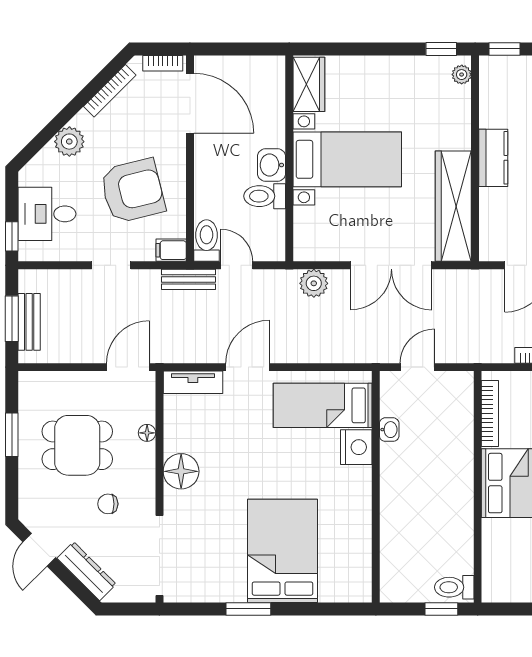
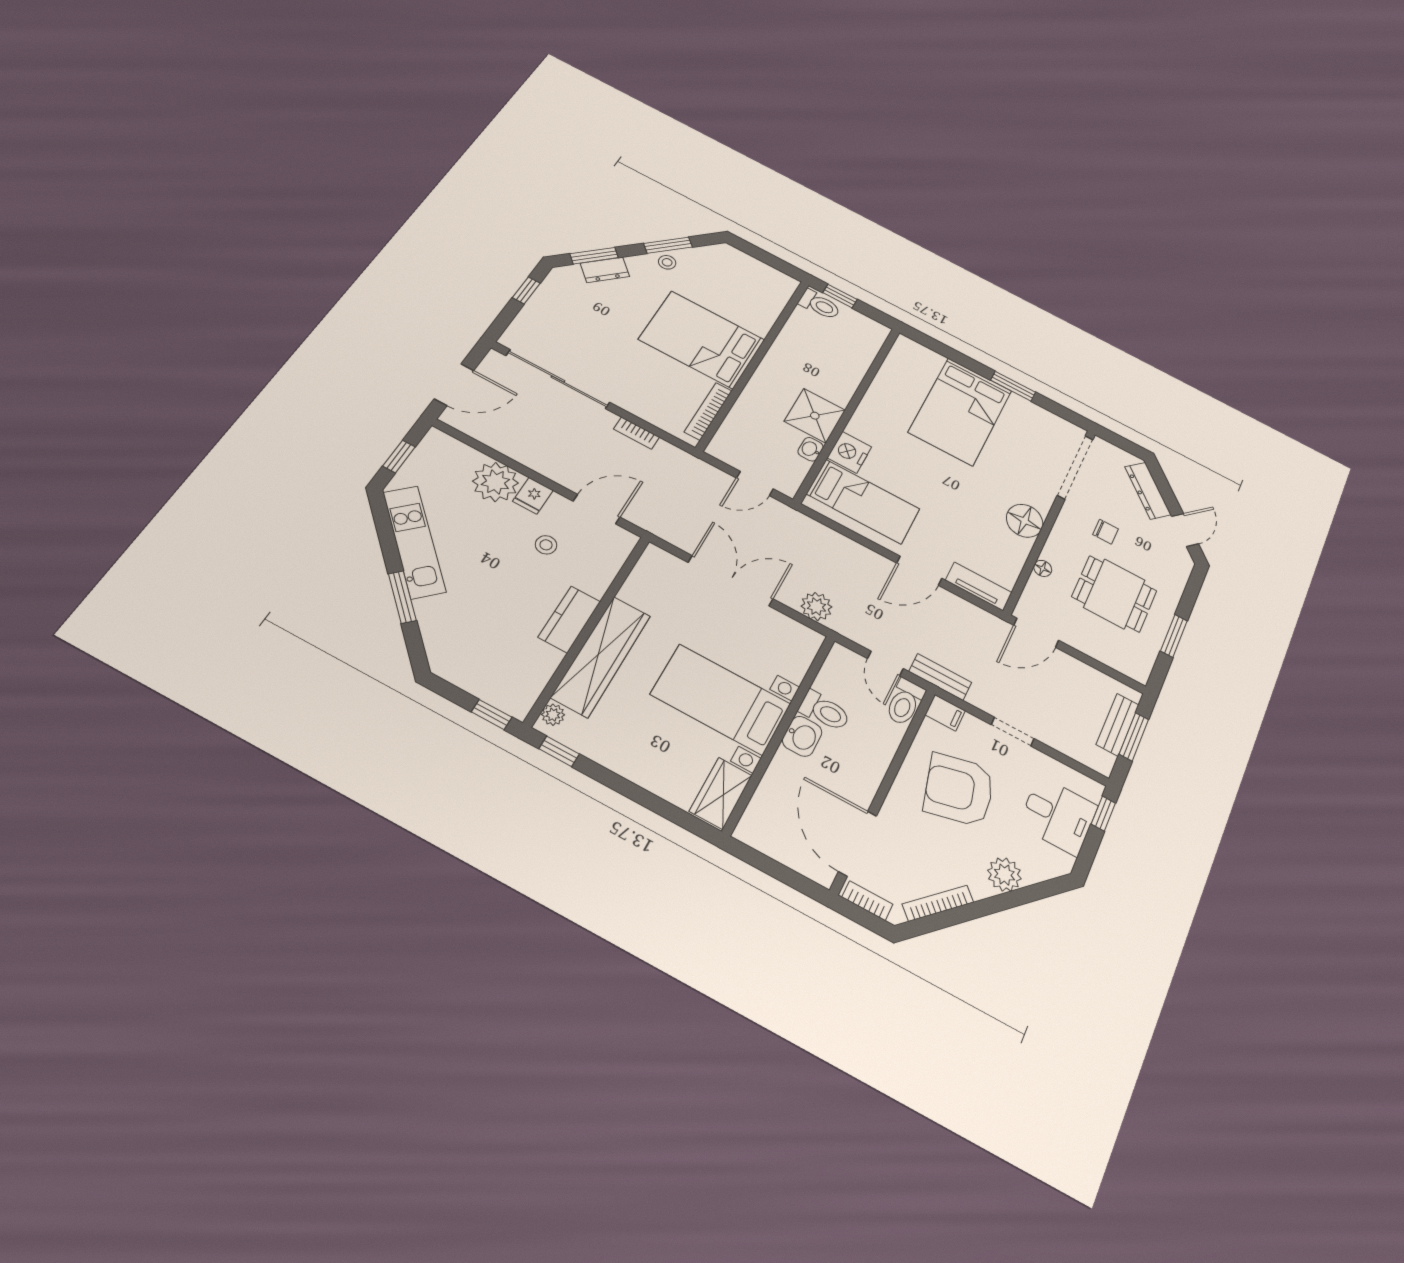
wardrobe: (453, 206) -> (601, 656), moved
shower: (402, 466) -> (815, 416), added

